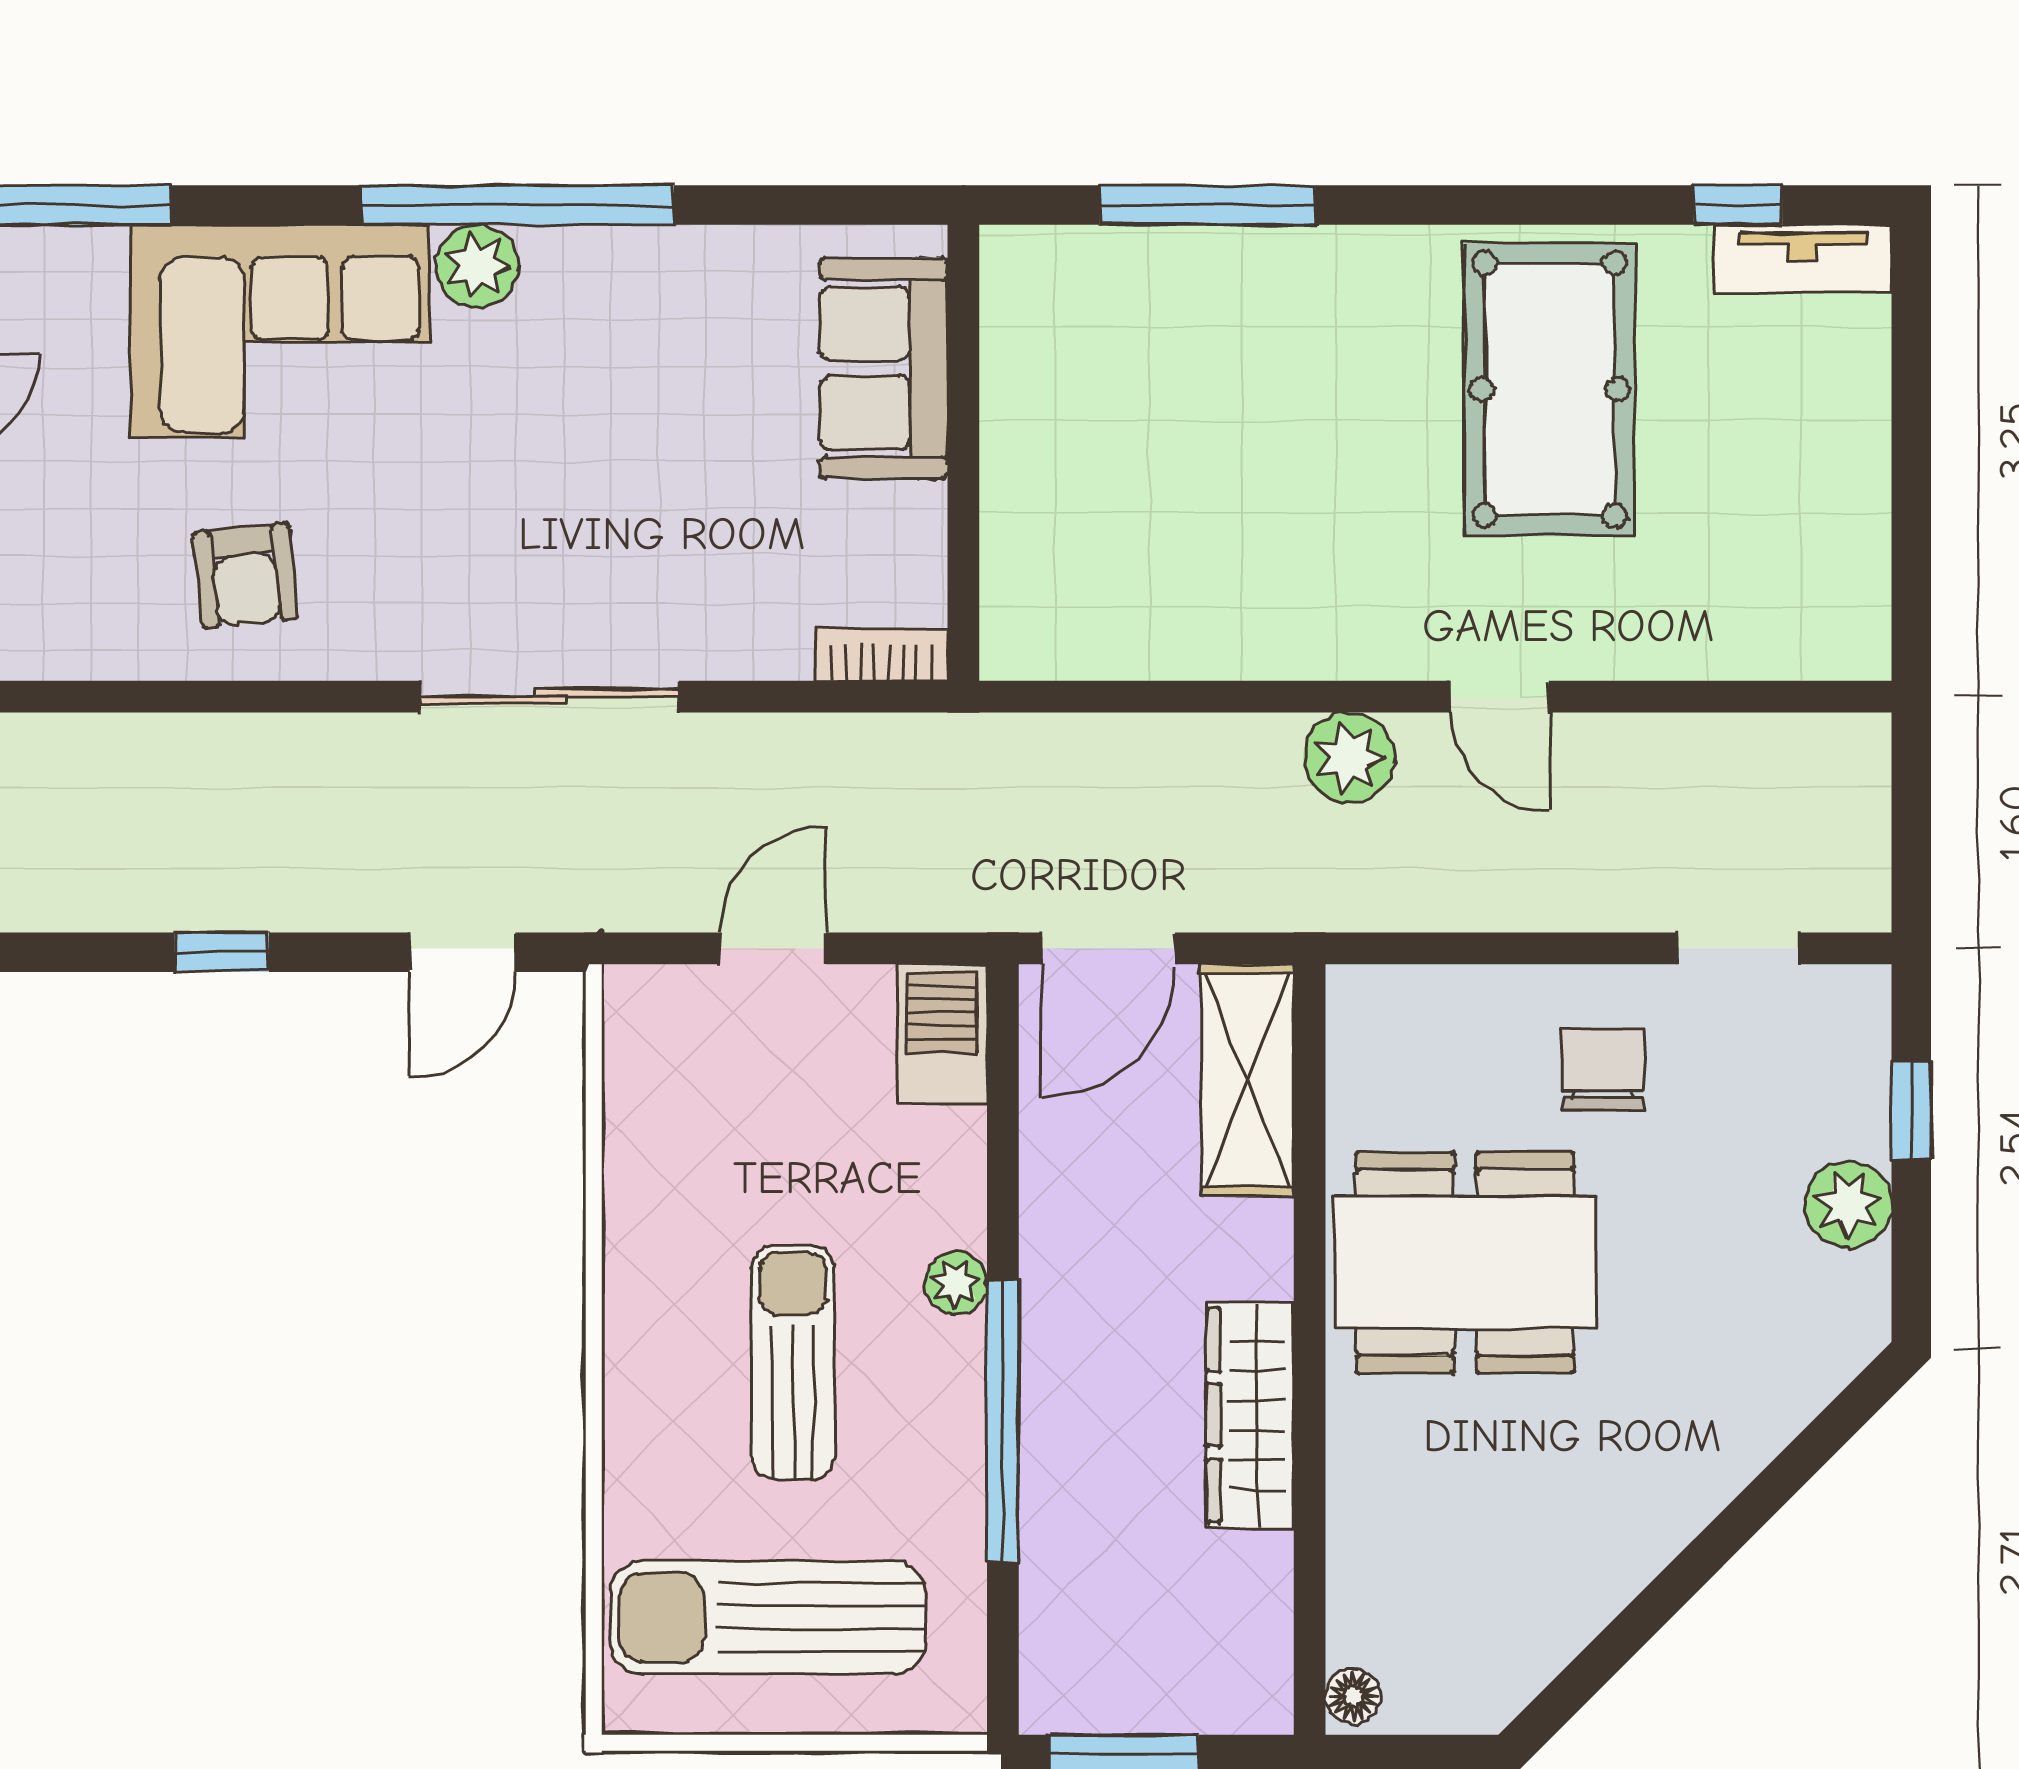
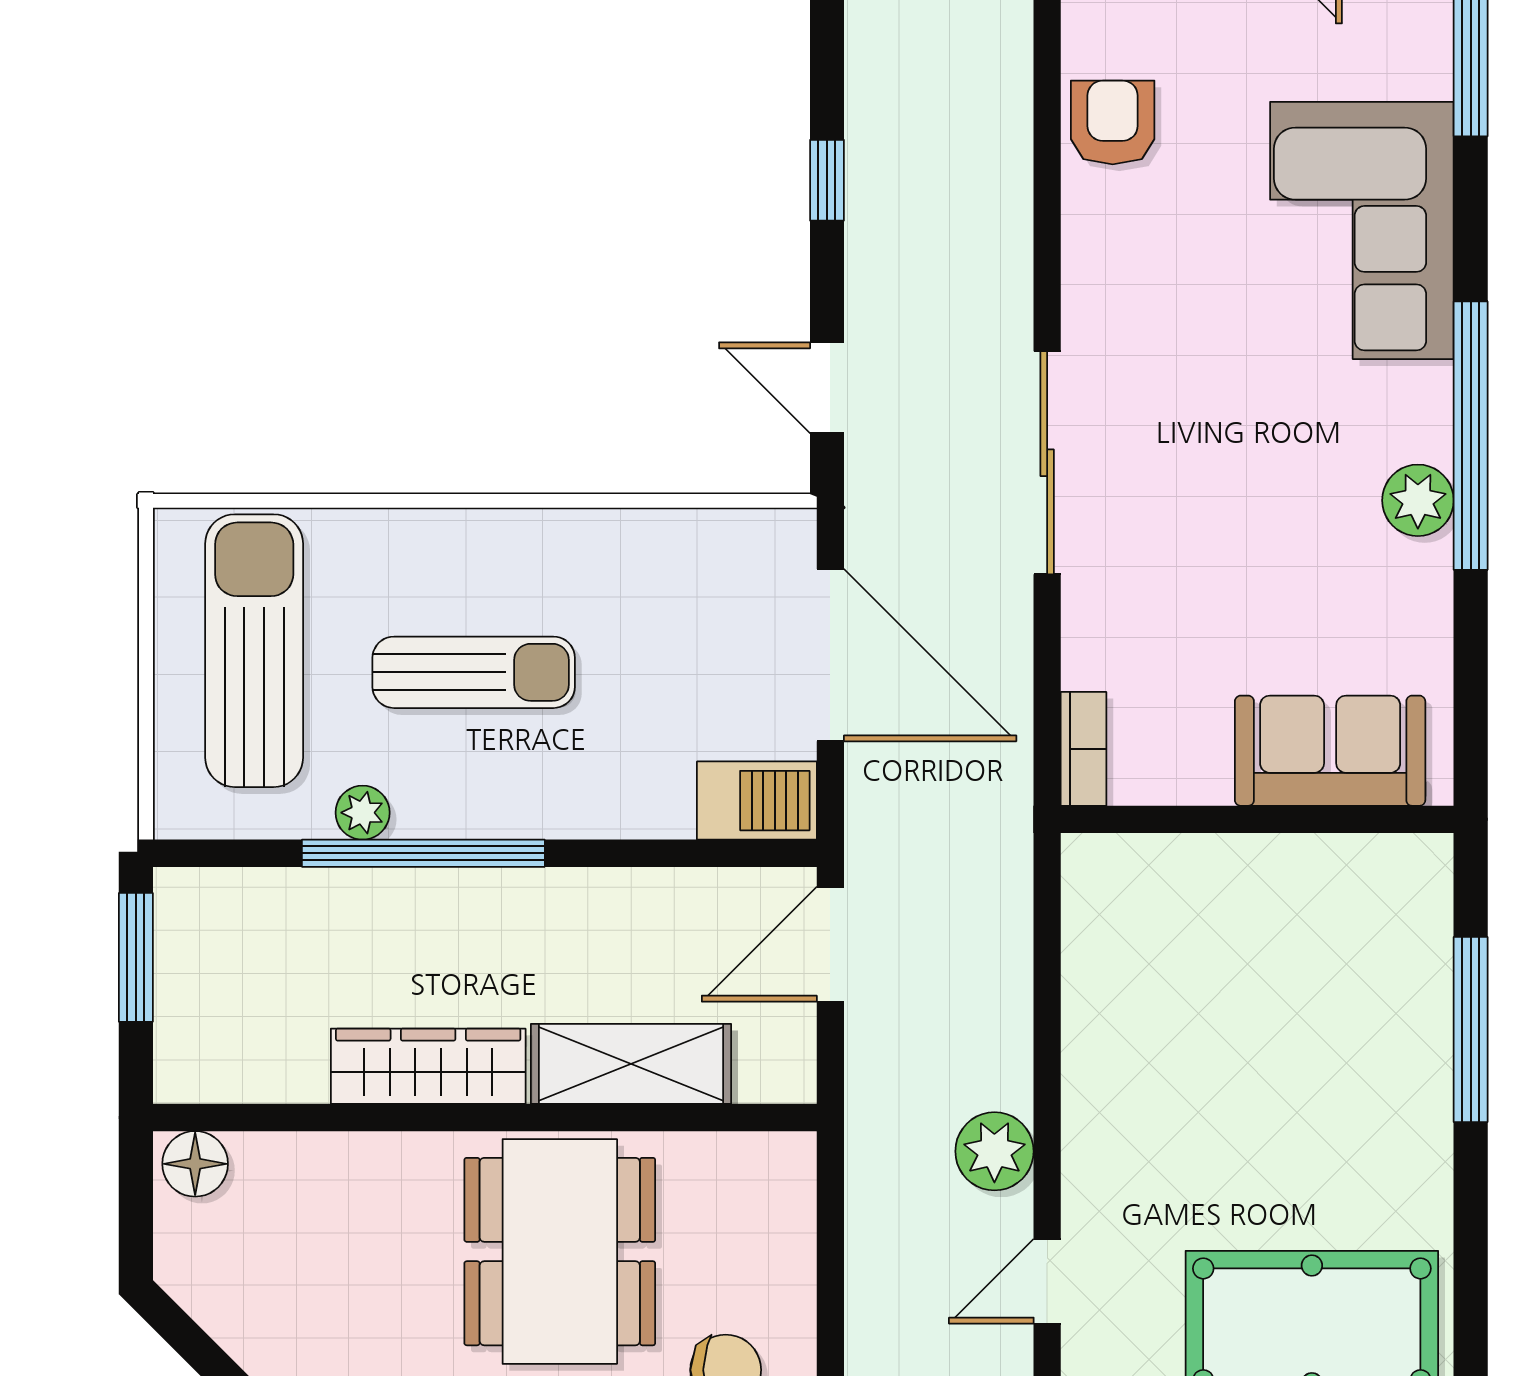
plant: (477, 266) -> (1418, 500), moved
armchair: (245, 576) -> (1113, 122), moved, turned 96
door: (773, 948) -> (830, 655), width x1.87
door: (1108, 948) -> (830, 944), hinge flipped
shelving: (1247, 1080) -> (631, 1064), moved
plant: (956, 1283) -> (363, 813), moved
floor lamp: (1353, 1696) -> (195, 1164), width x1.37, depth x1.37

